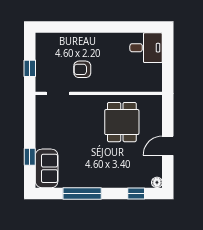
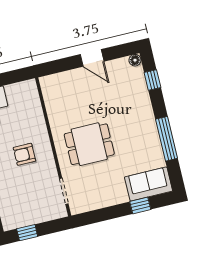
window: (30, 68) -> (27, 233), moved
armchair: (82, 69) -> (24, 154), moved, turned 90
dining table: (122, 122) -> (89, 144), moved

